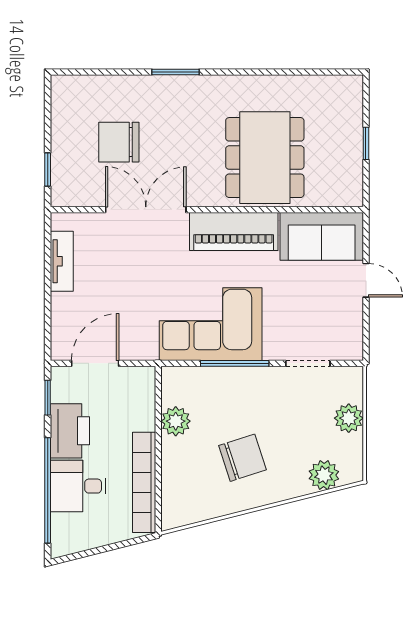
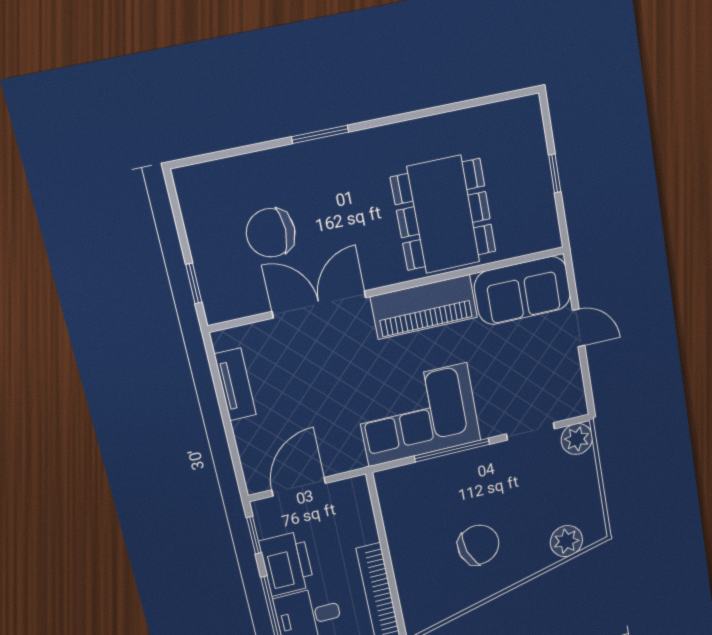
plant: (349, 418) -> (577, 439), moved
plant: (176, 421) -> (400, 525), removed

